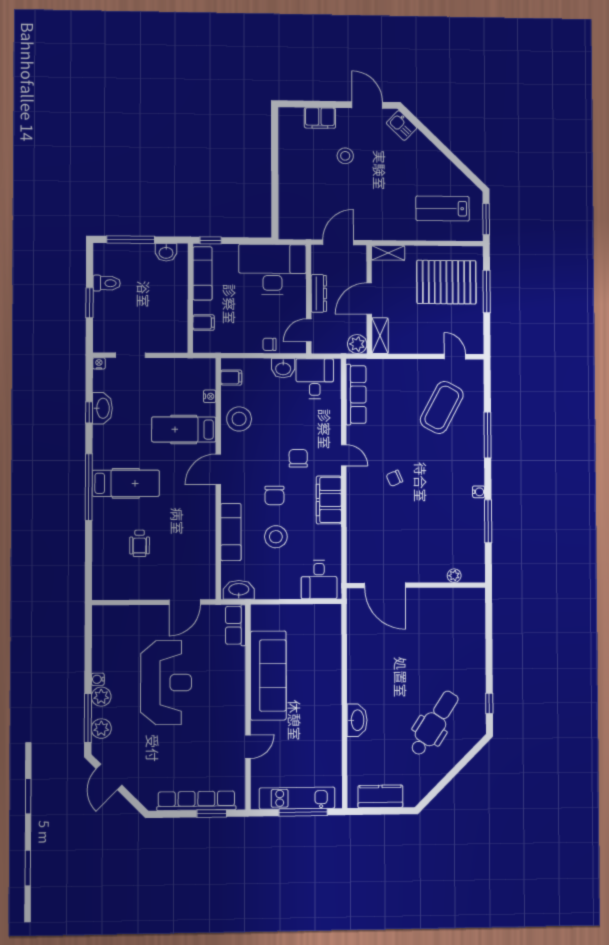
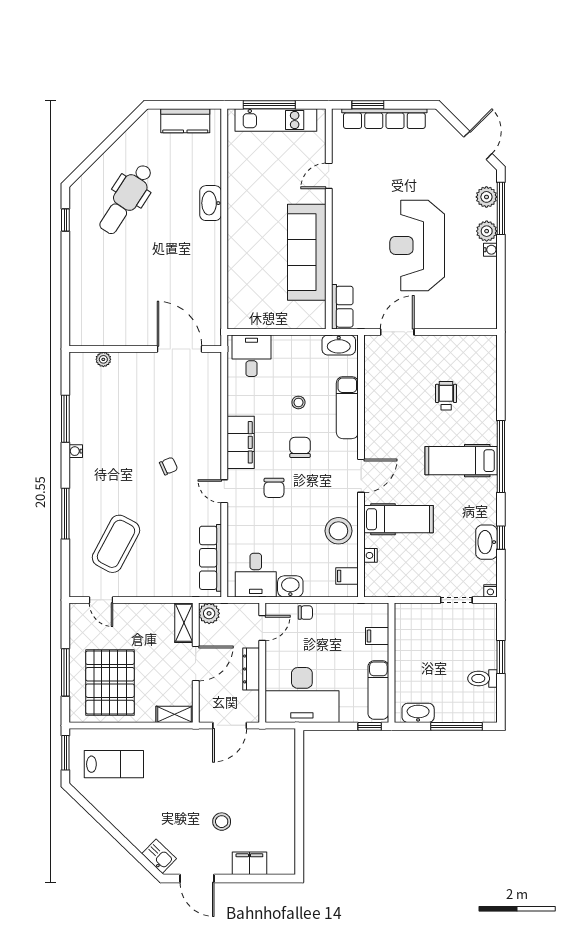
washbasin: (166, 252) -> (418, 713), width x1.38
pallet: (446, 282) -> (110, 682), turned 90
stool: (276, 537) -> (298, 402), width x0.53, depth x0.53

